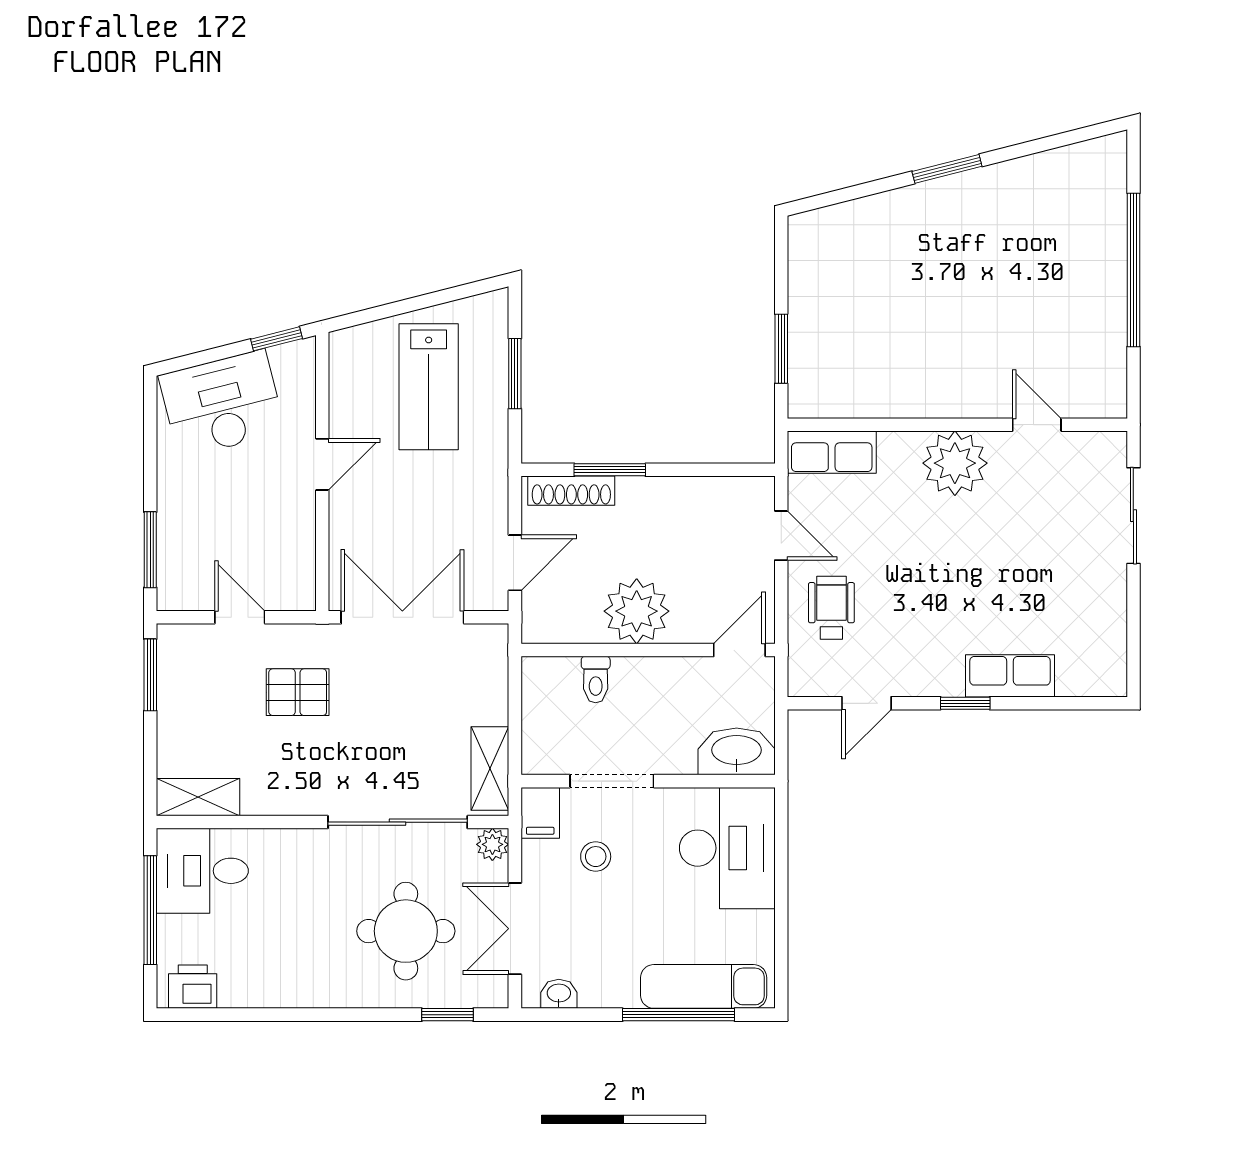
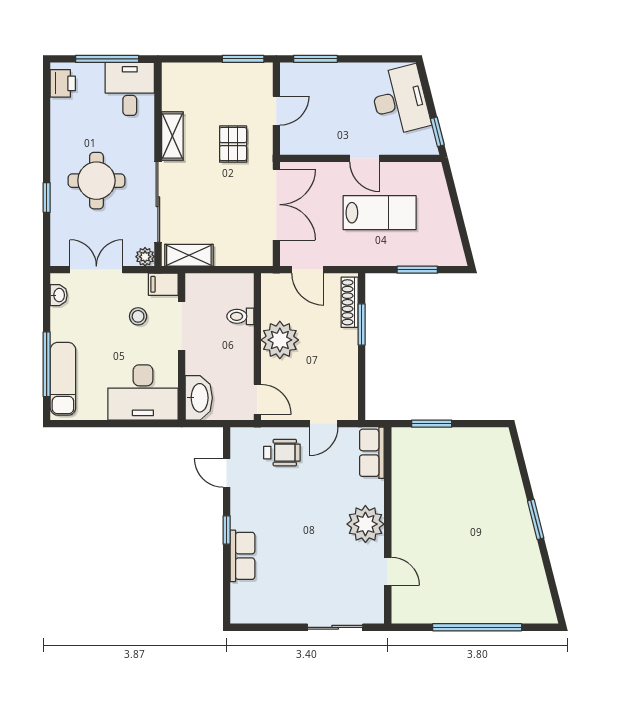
lab bench: (429, 387) -> (380, 213), moved, turned 180
door: (1037, 425) -> (388, 571), hinge flipped
shelving: (198, 797) -> (172, 136), moved
round table: (406, 931) -> (96, 181), moved
window: (448, 1015) -> (47, 198), moved

